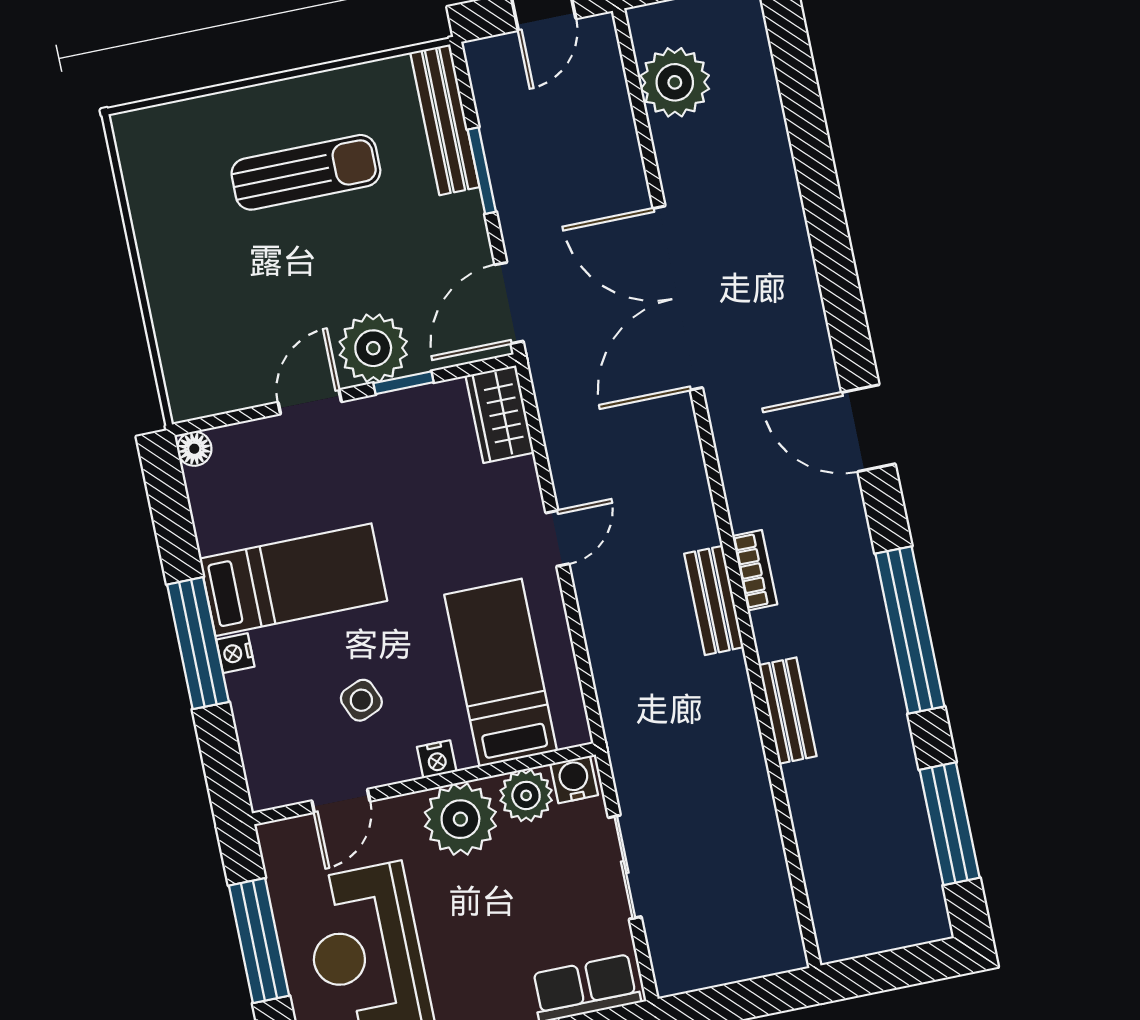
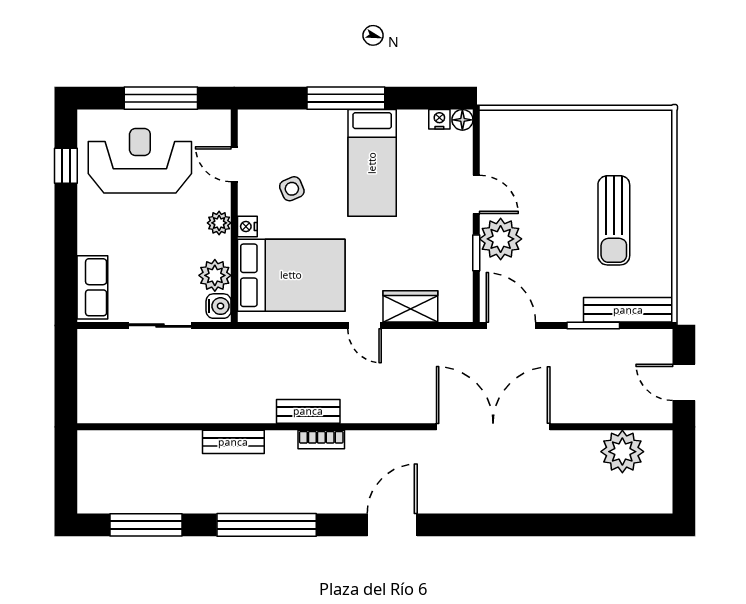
wardrobe: (500, 414) -> (410, 306), moved
nightstand: (235, 653) -> (439, 119), moved
bed: (501, 673) -> (291, 275), width x1.50
plant: (460, 819) -> (219, 223), width x0.53, depth x0.53

